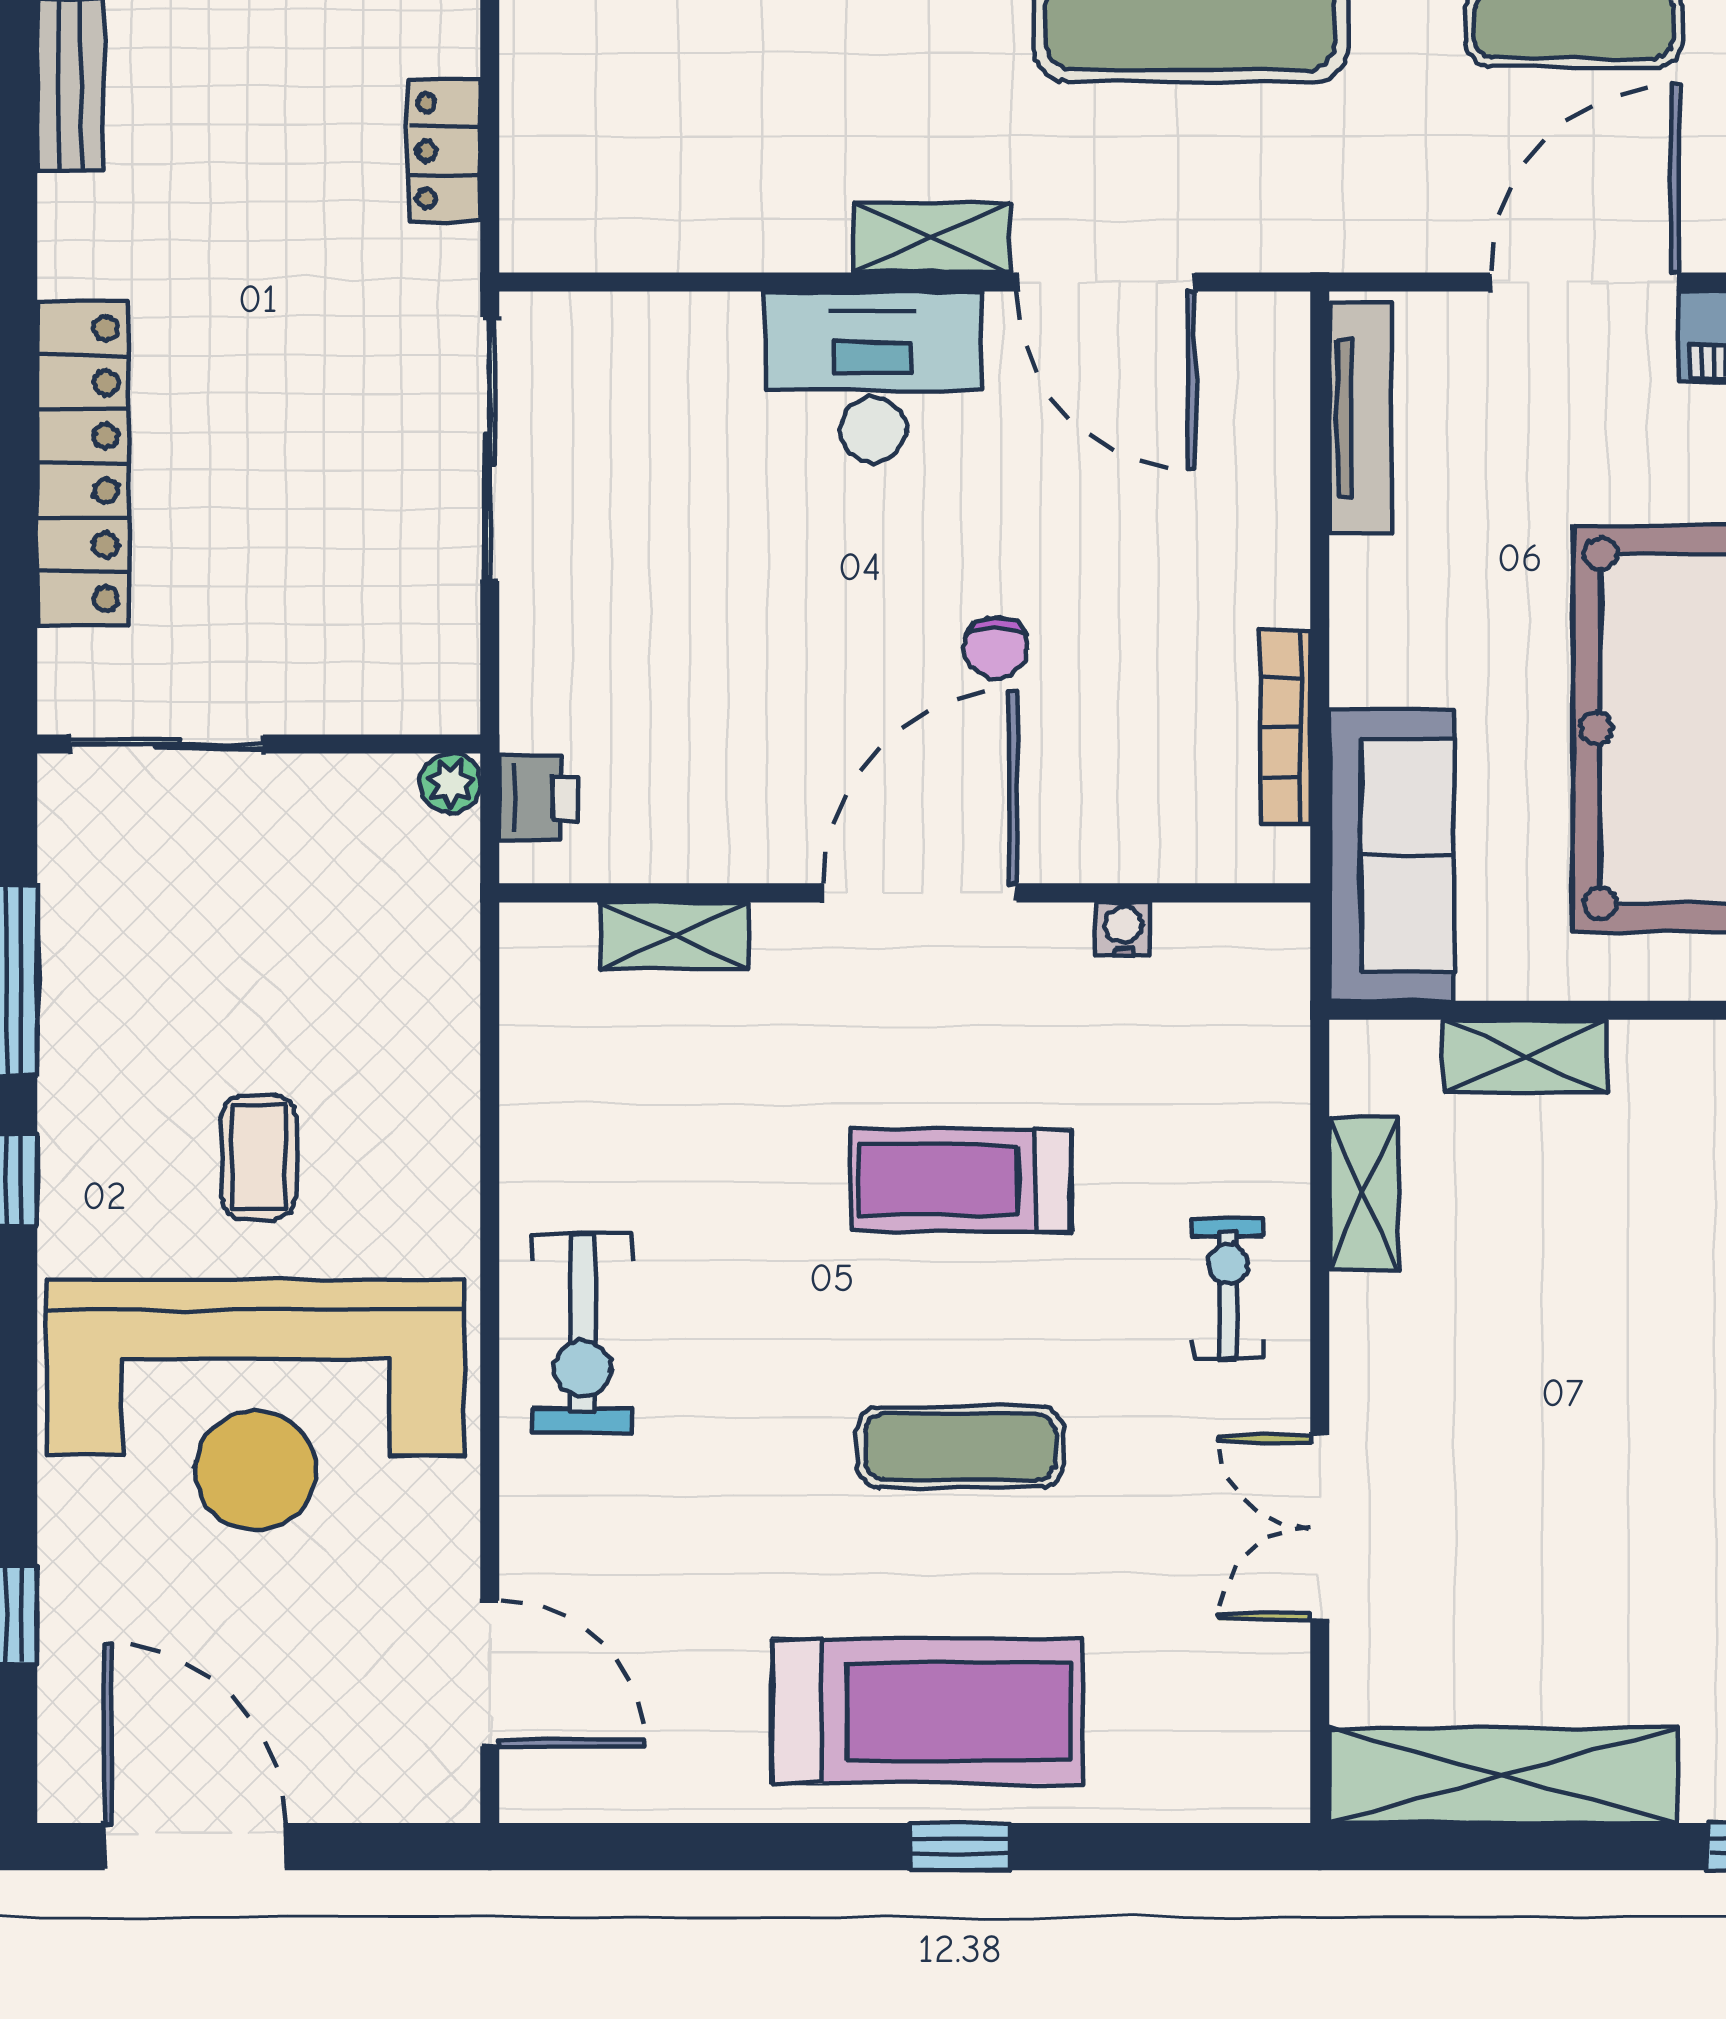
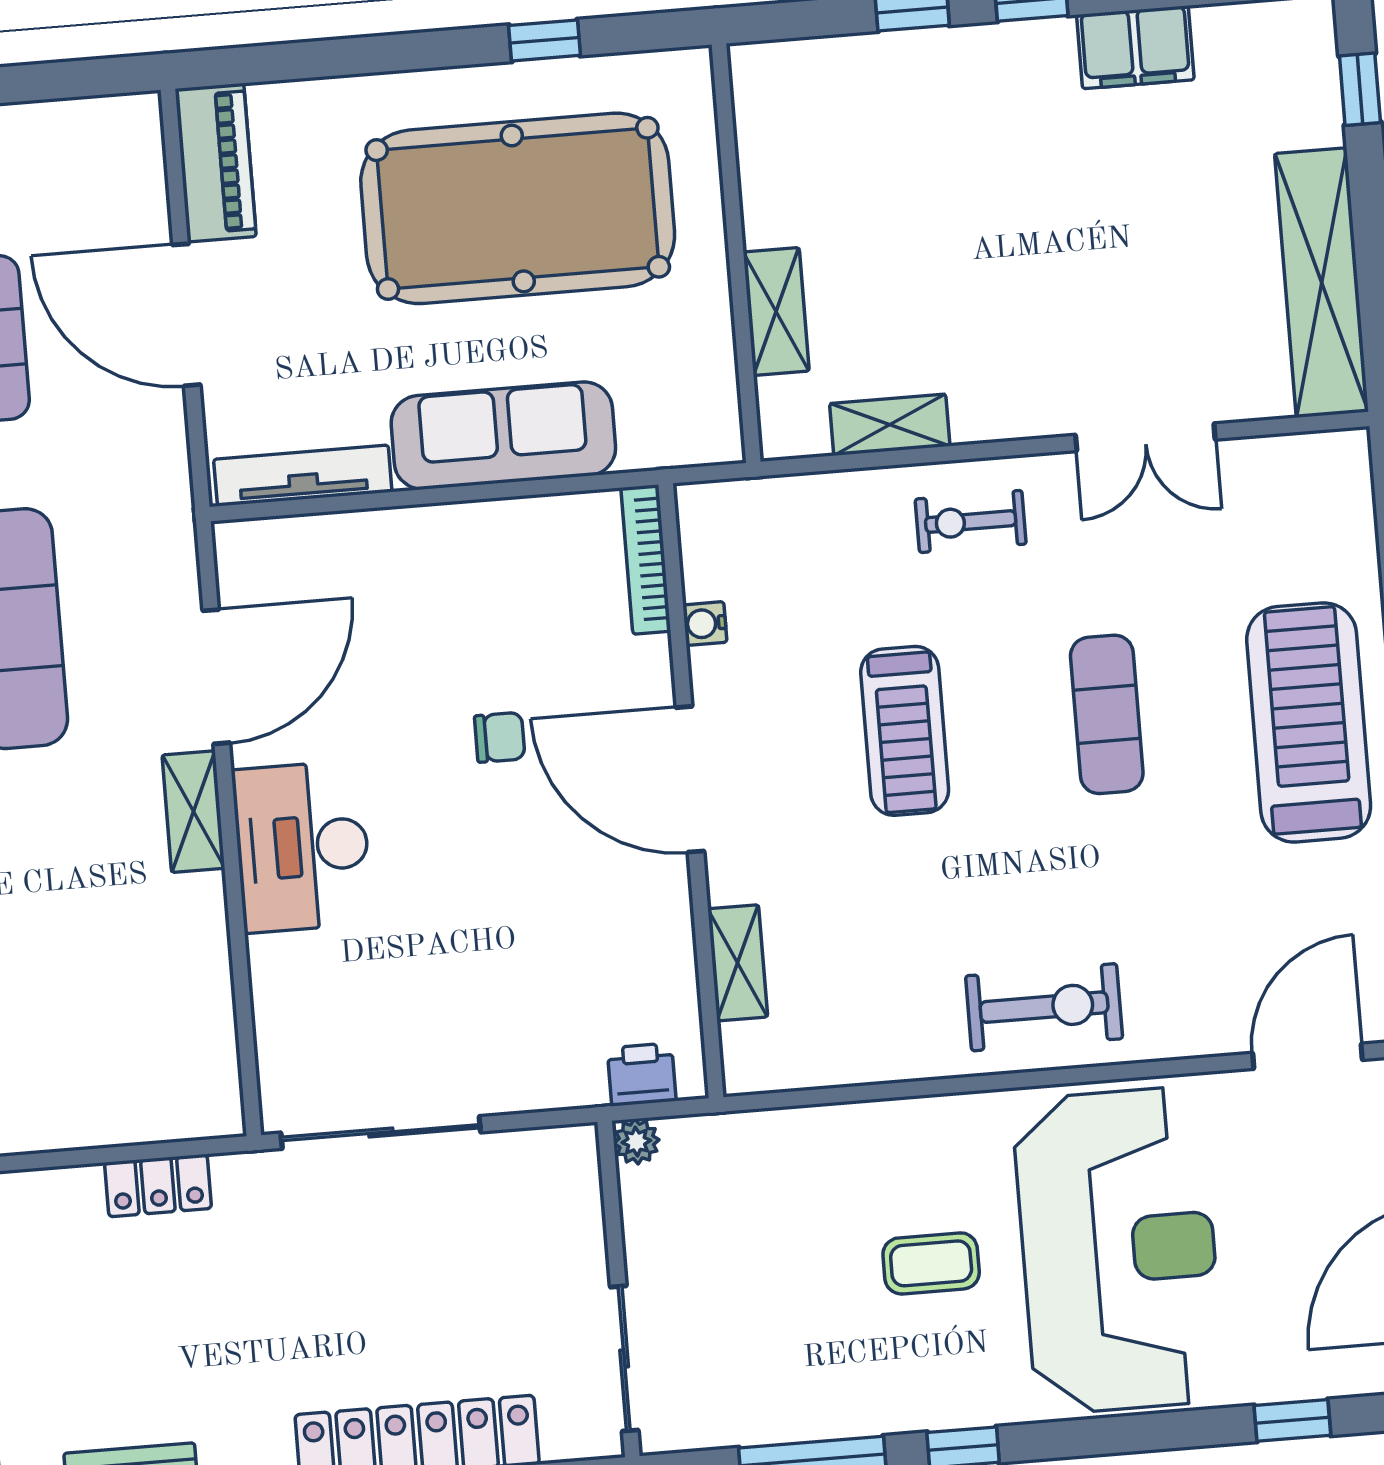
bookcase: (1286, 728) -> (646, 559), moved, turned 90
sofa: (1391, 855) -> (503, 436), moved

